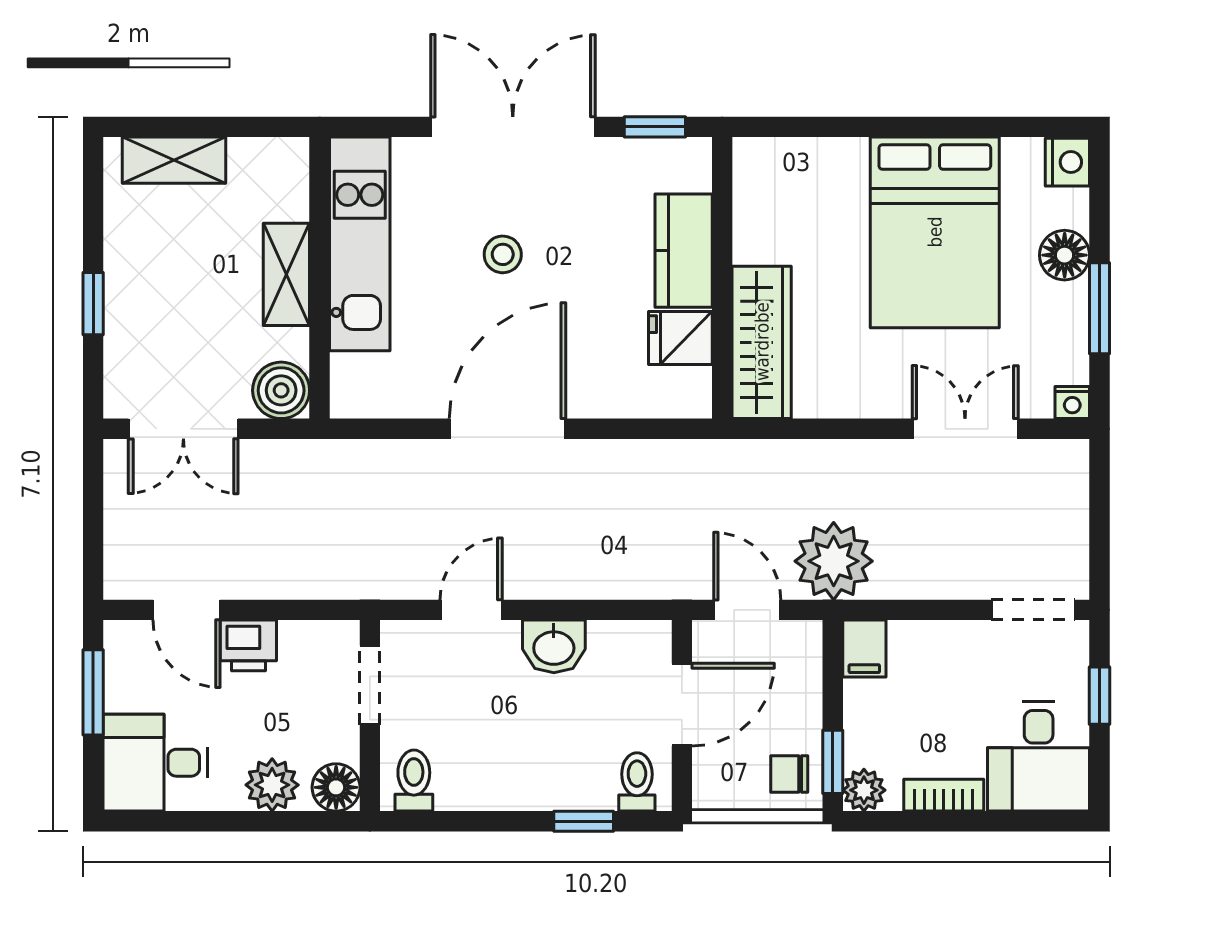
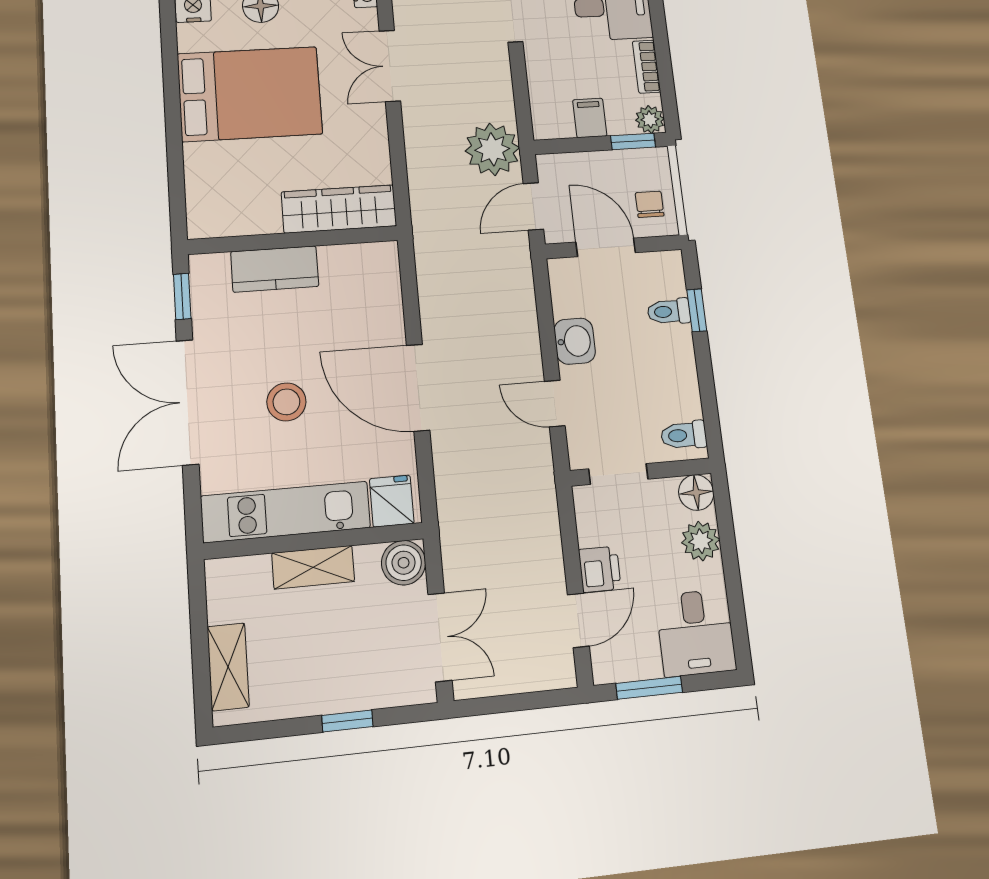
stool: (503, 254) -> (286, 402), width x1.37, depth x1.37
fridge: (680, 338) -> (392, 501), moved, turned 180
filing cabinet: (864, 649) -> (590, 118), moved, turned -90
chair: (789, 774) -> (650, 204), moved, turned 180
toilet: (637, 782) -> (669, 311), moved

